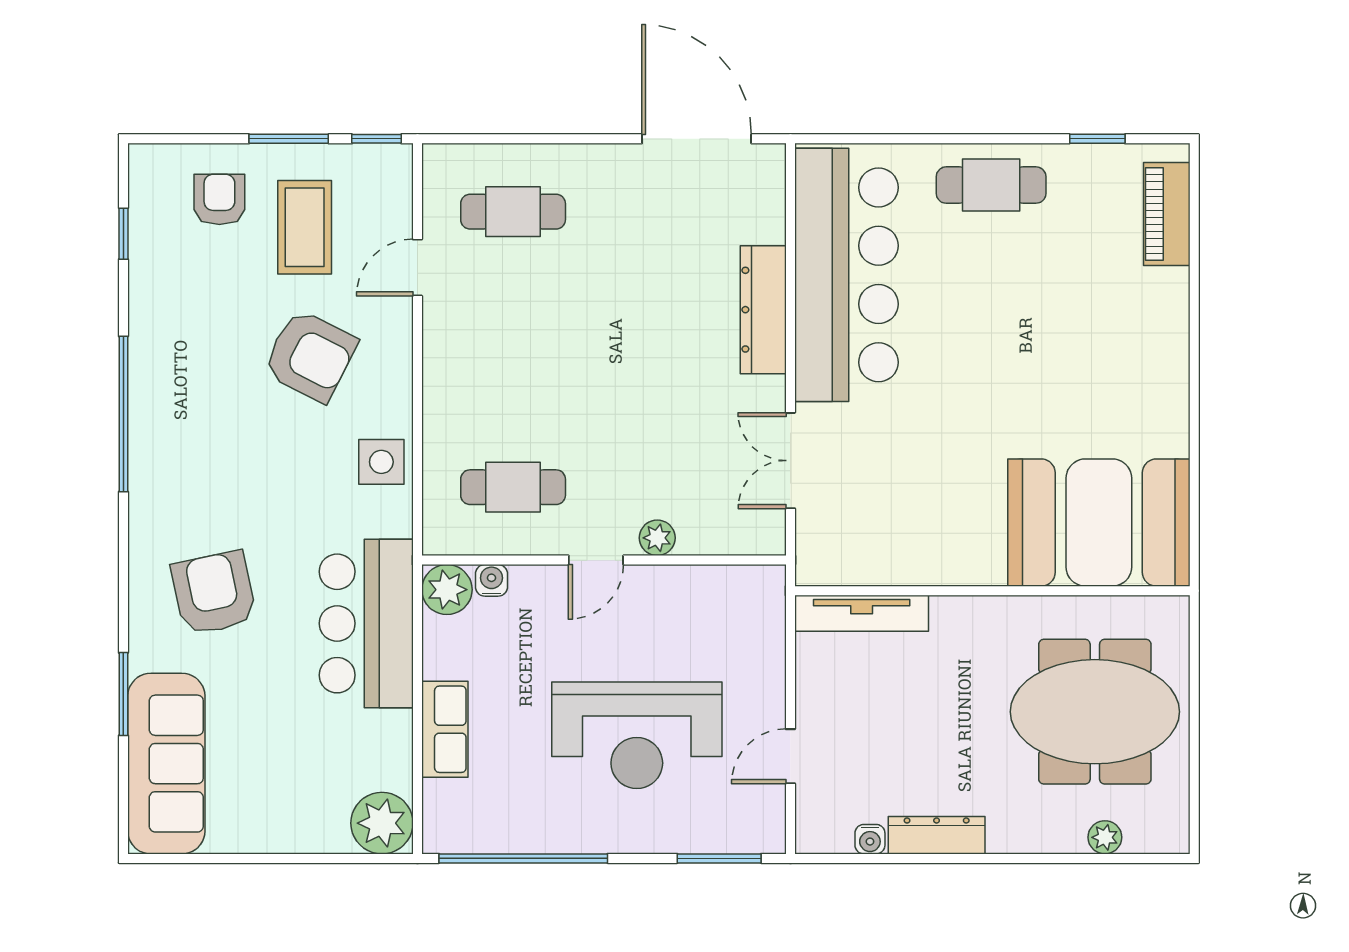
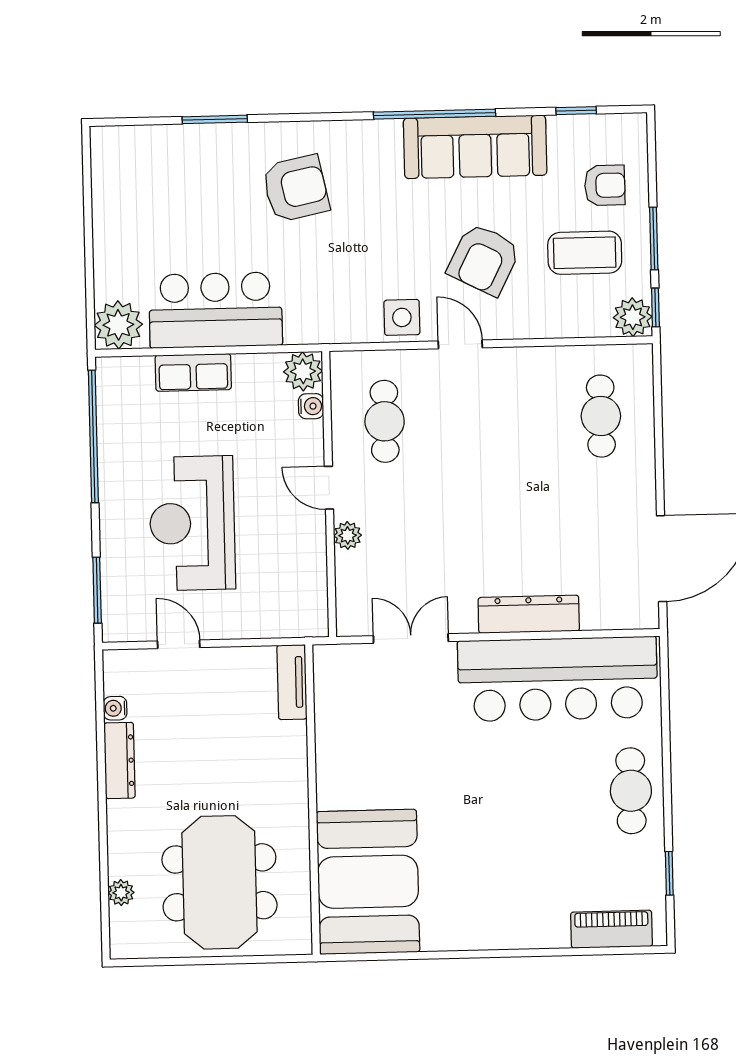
plant: (388, 168) -> (633, 317), added
door: (417, 268) -> (460, 344), moved
tv unit: (862, 613) -> (292, 682), width x0.71
bar counter: (366, 623) -> (216, 310), moved
sofa: (166, 764) -> (475, 147), moved

